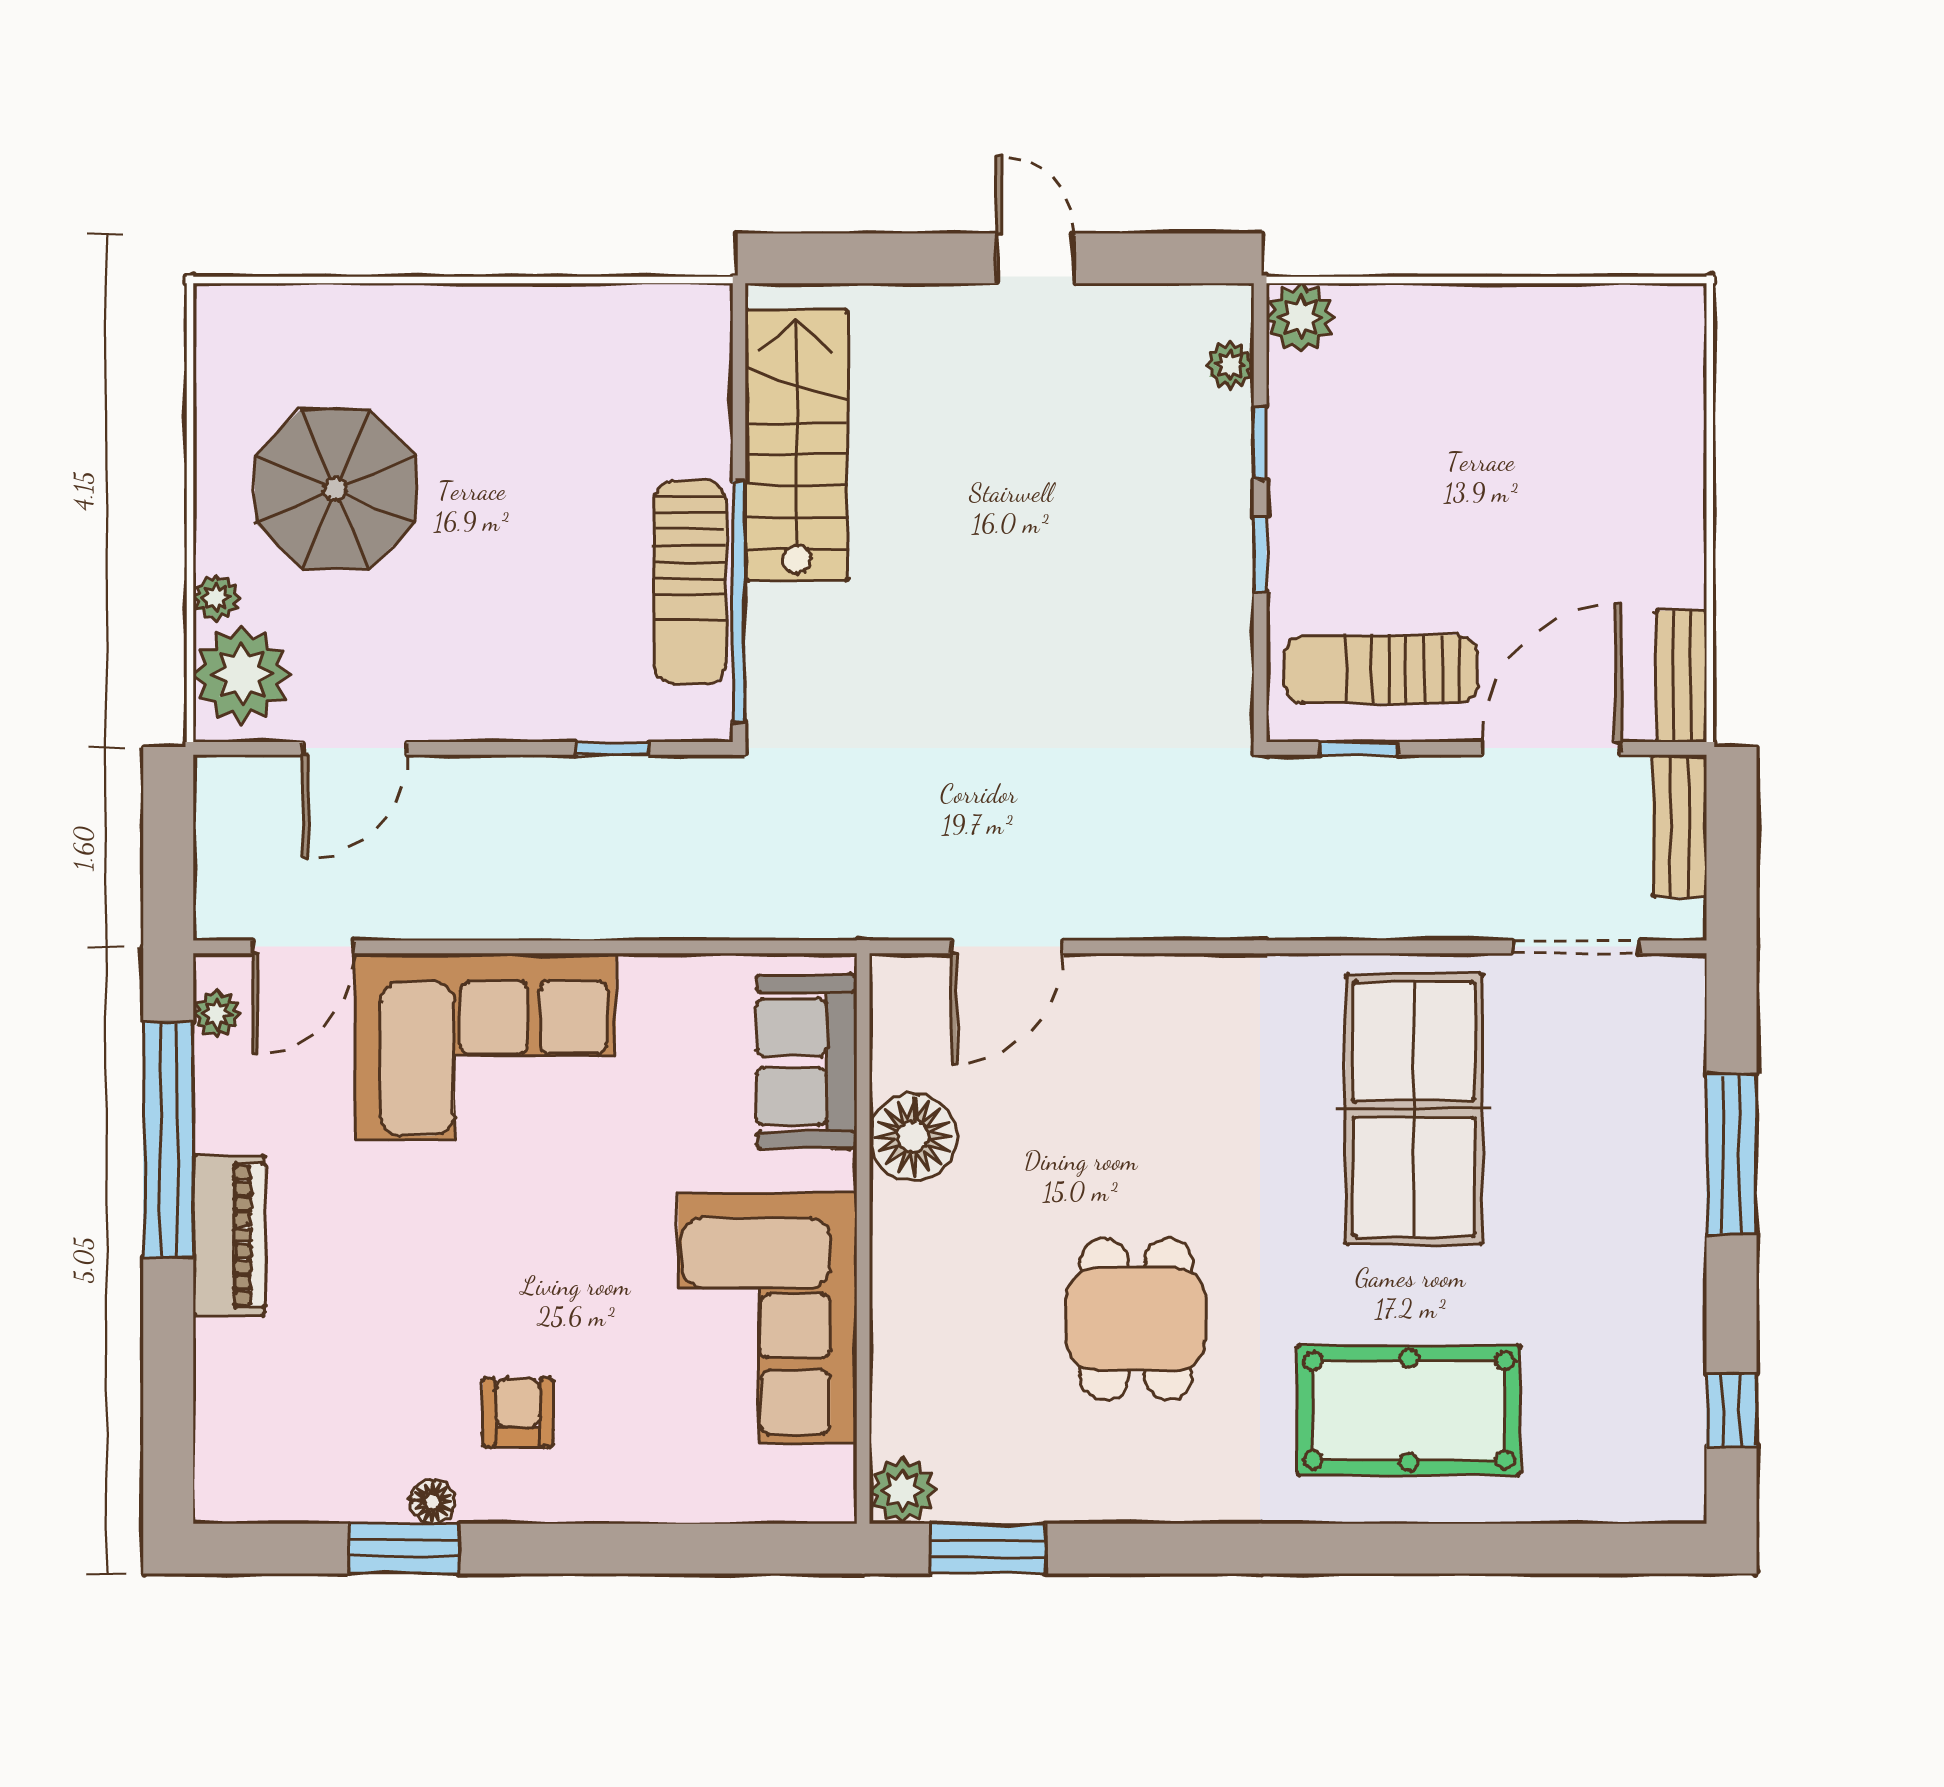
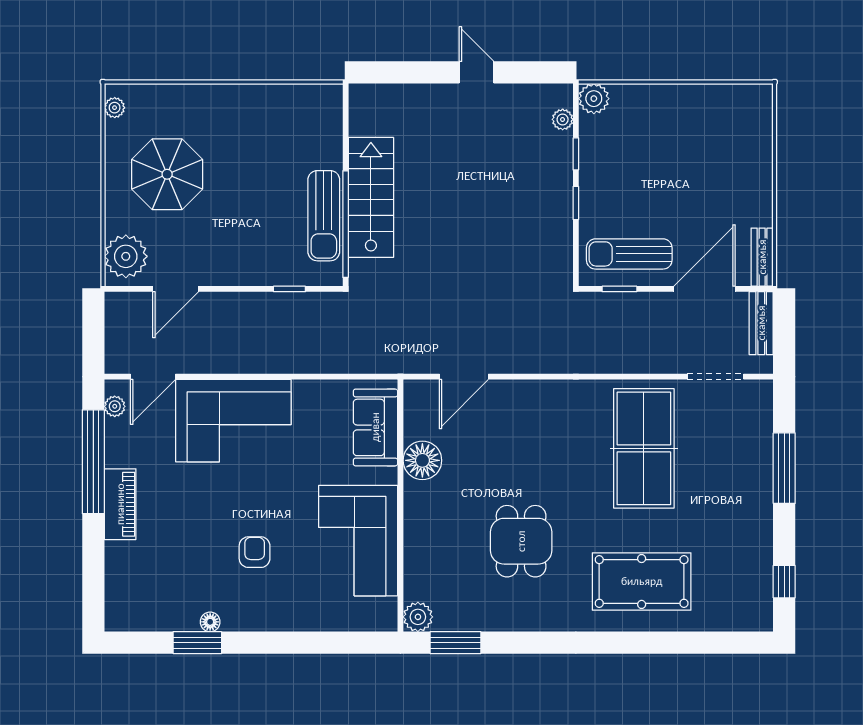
stairs: (796, 445) -> (371, 197), moved
plant: (216, 598) -> (115, 108), moved
armchair: (518, 1413) -> (255, 552), moved

